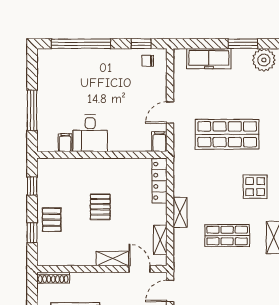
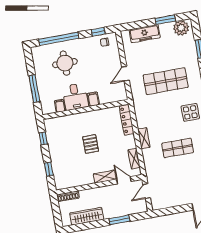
round table: (84, 81) -> (65, 63), added
filing cabinet: (159, 142) -> (93, 99), moved
pallet: (52, 220) -> (60, 158), removed

